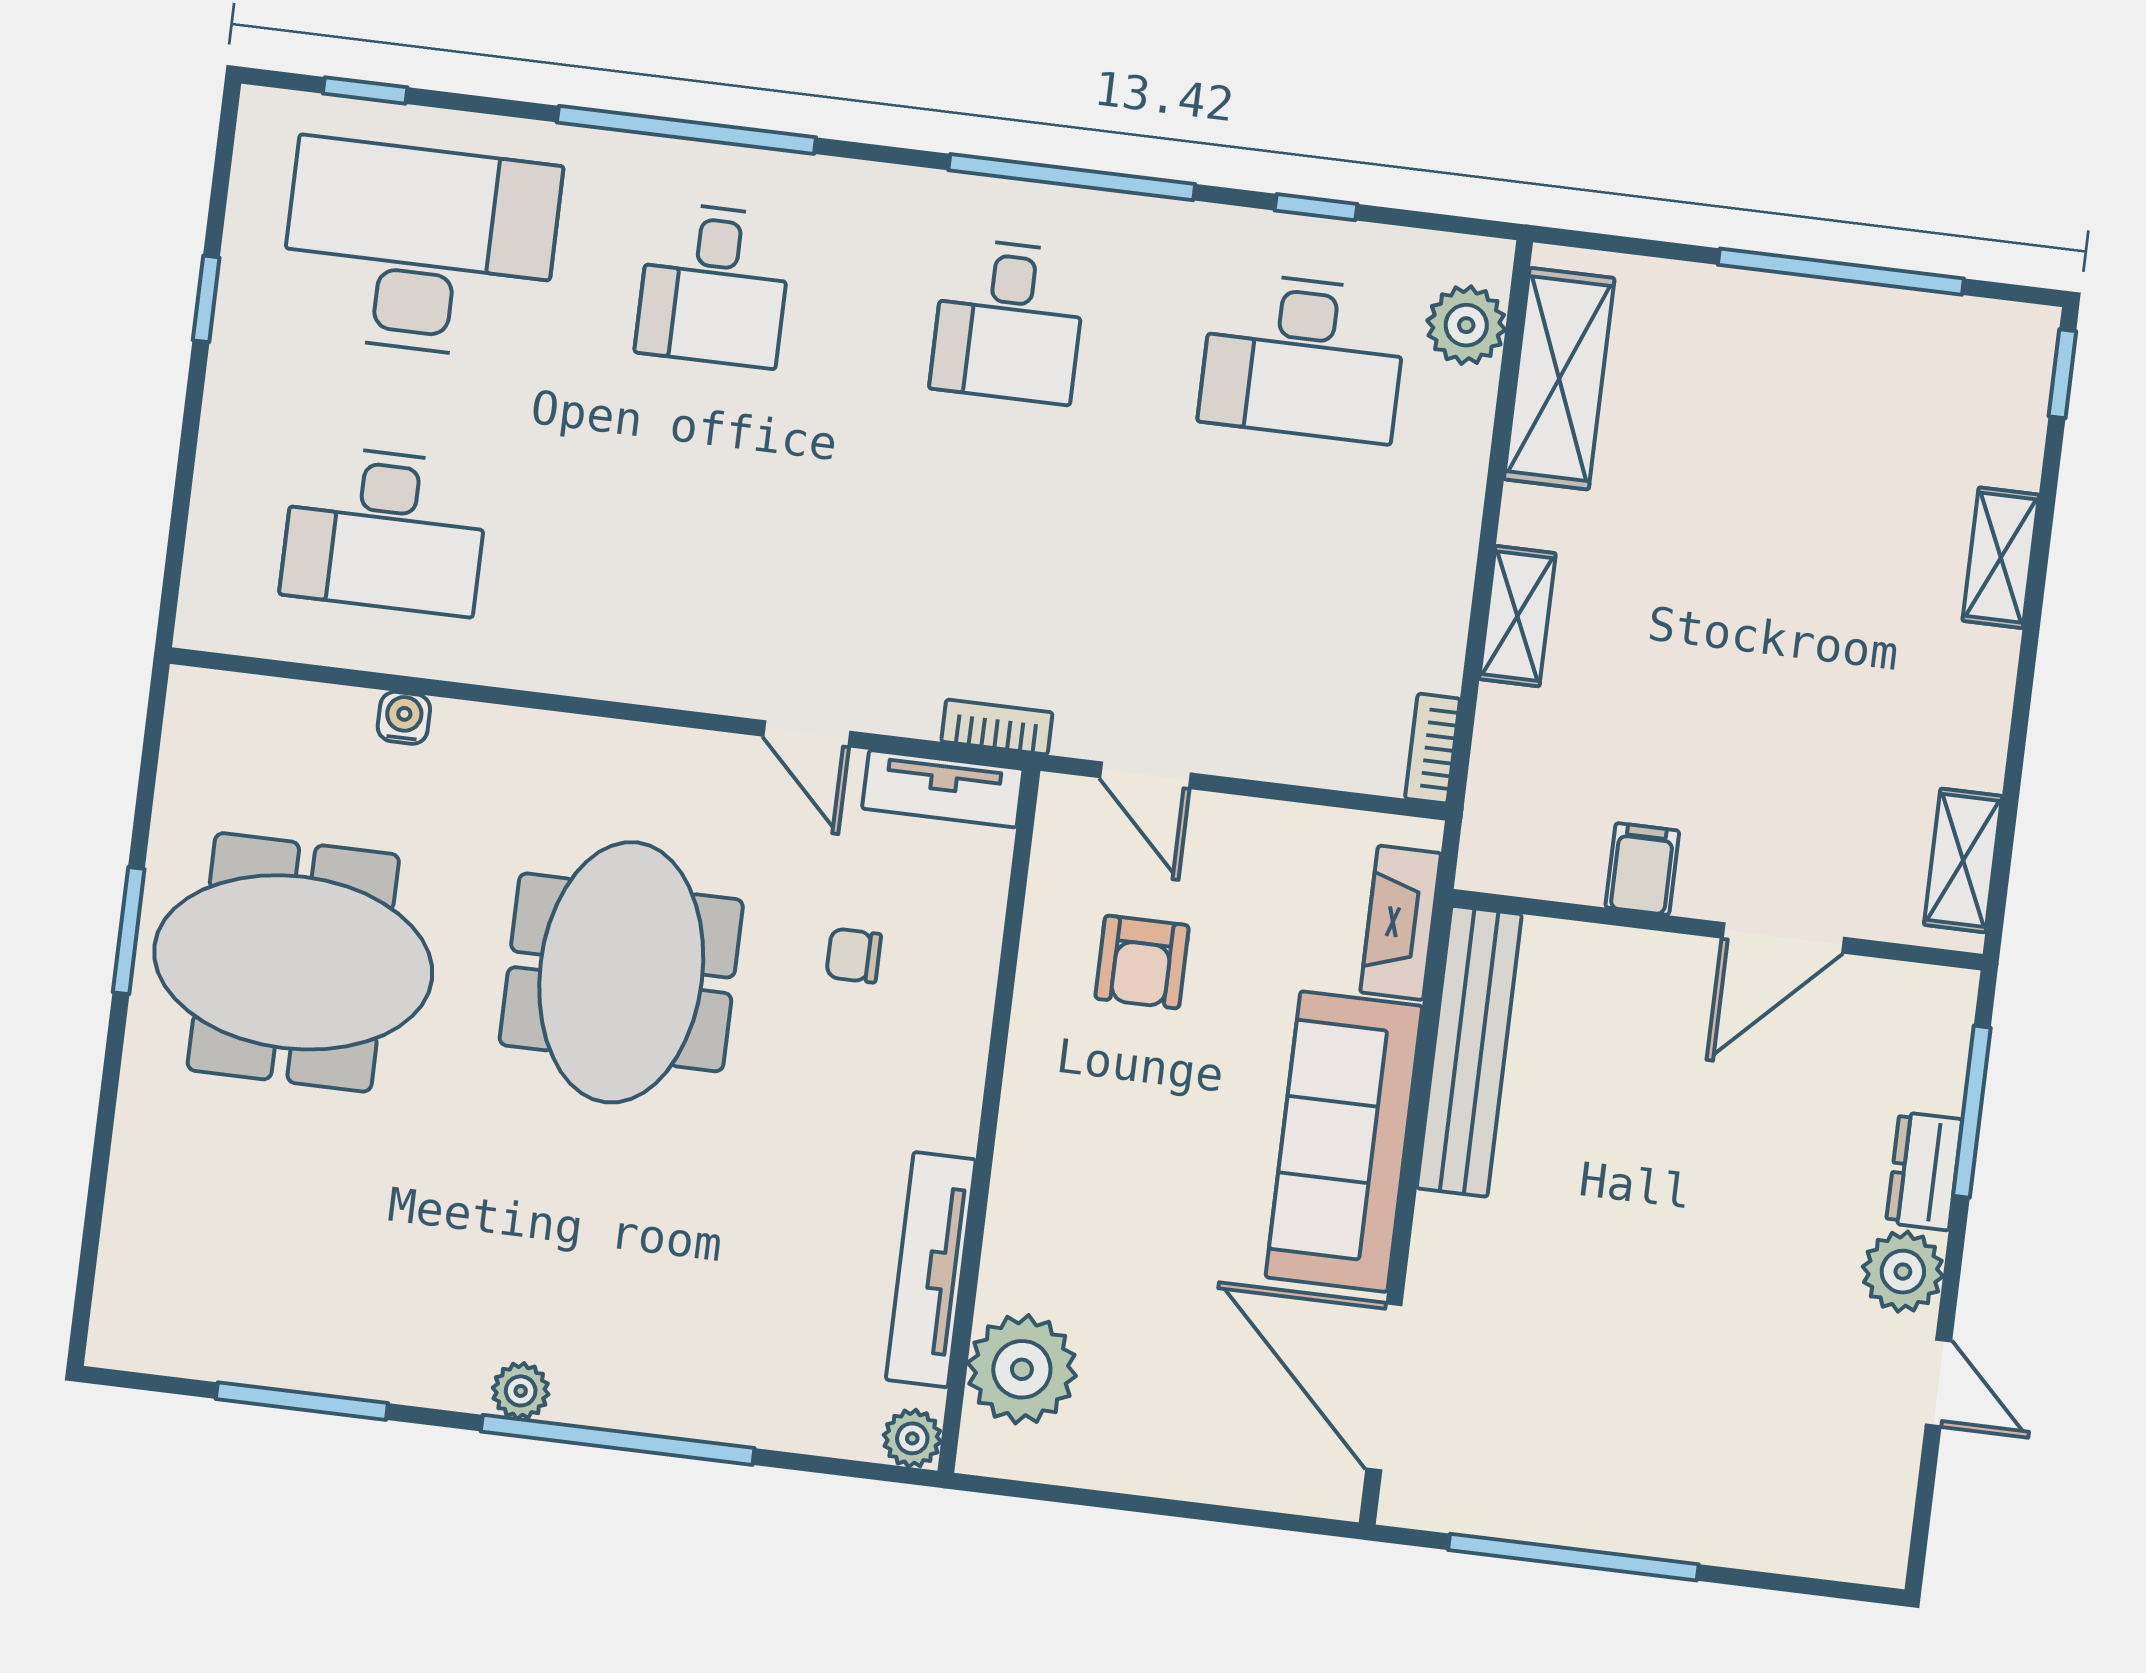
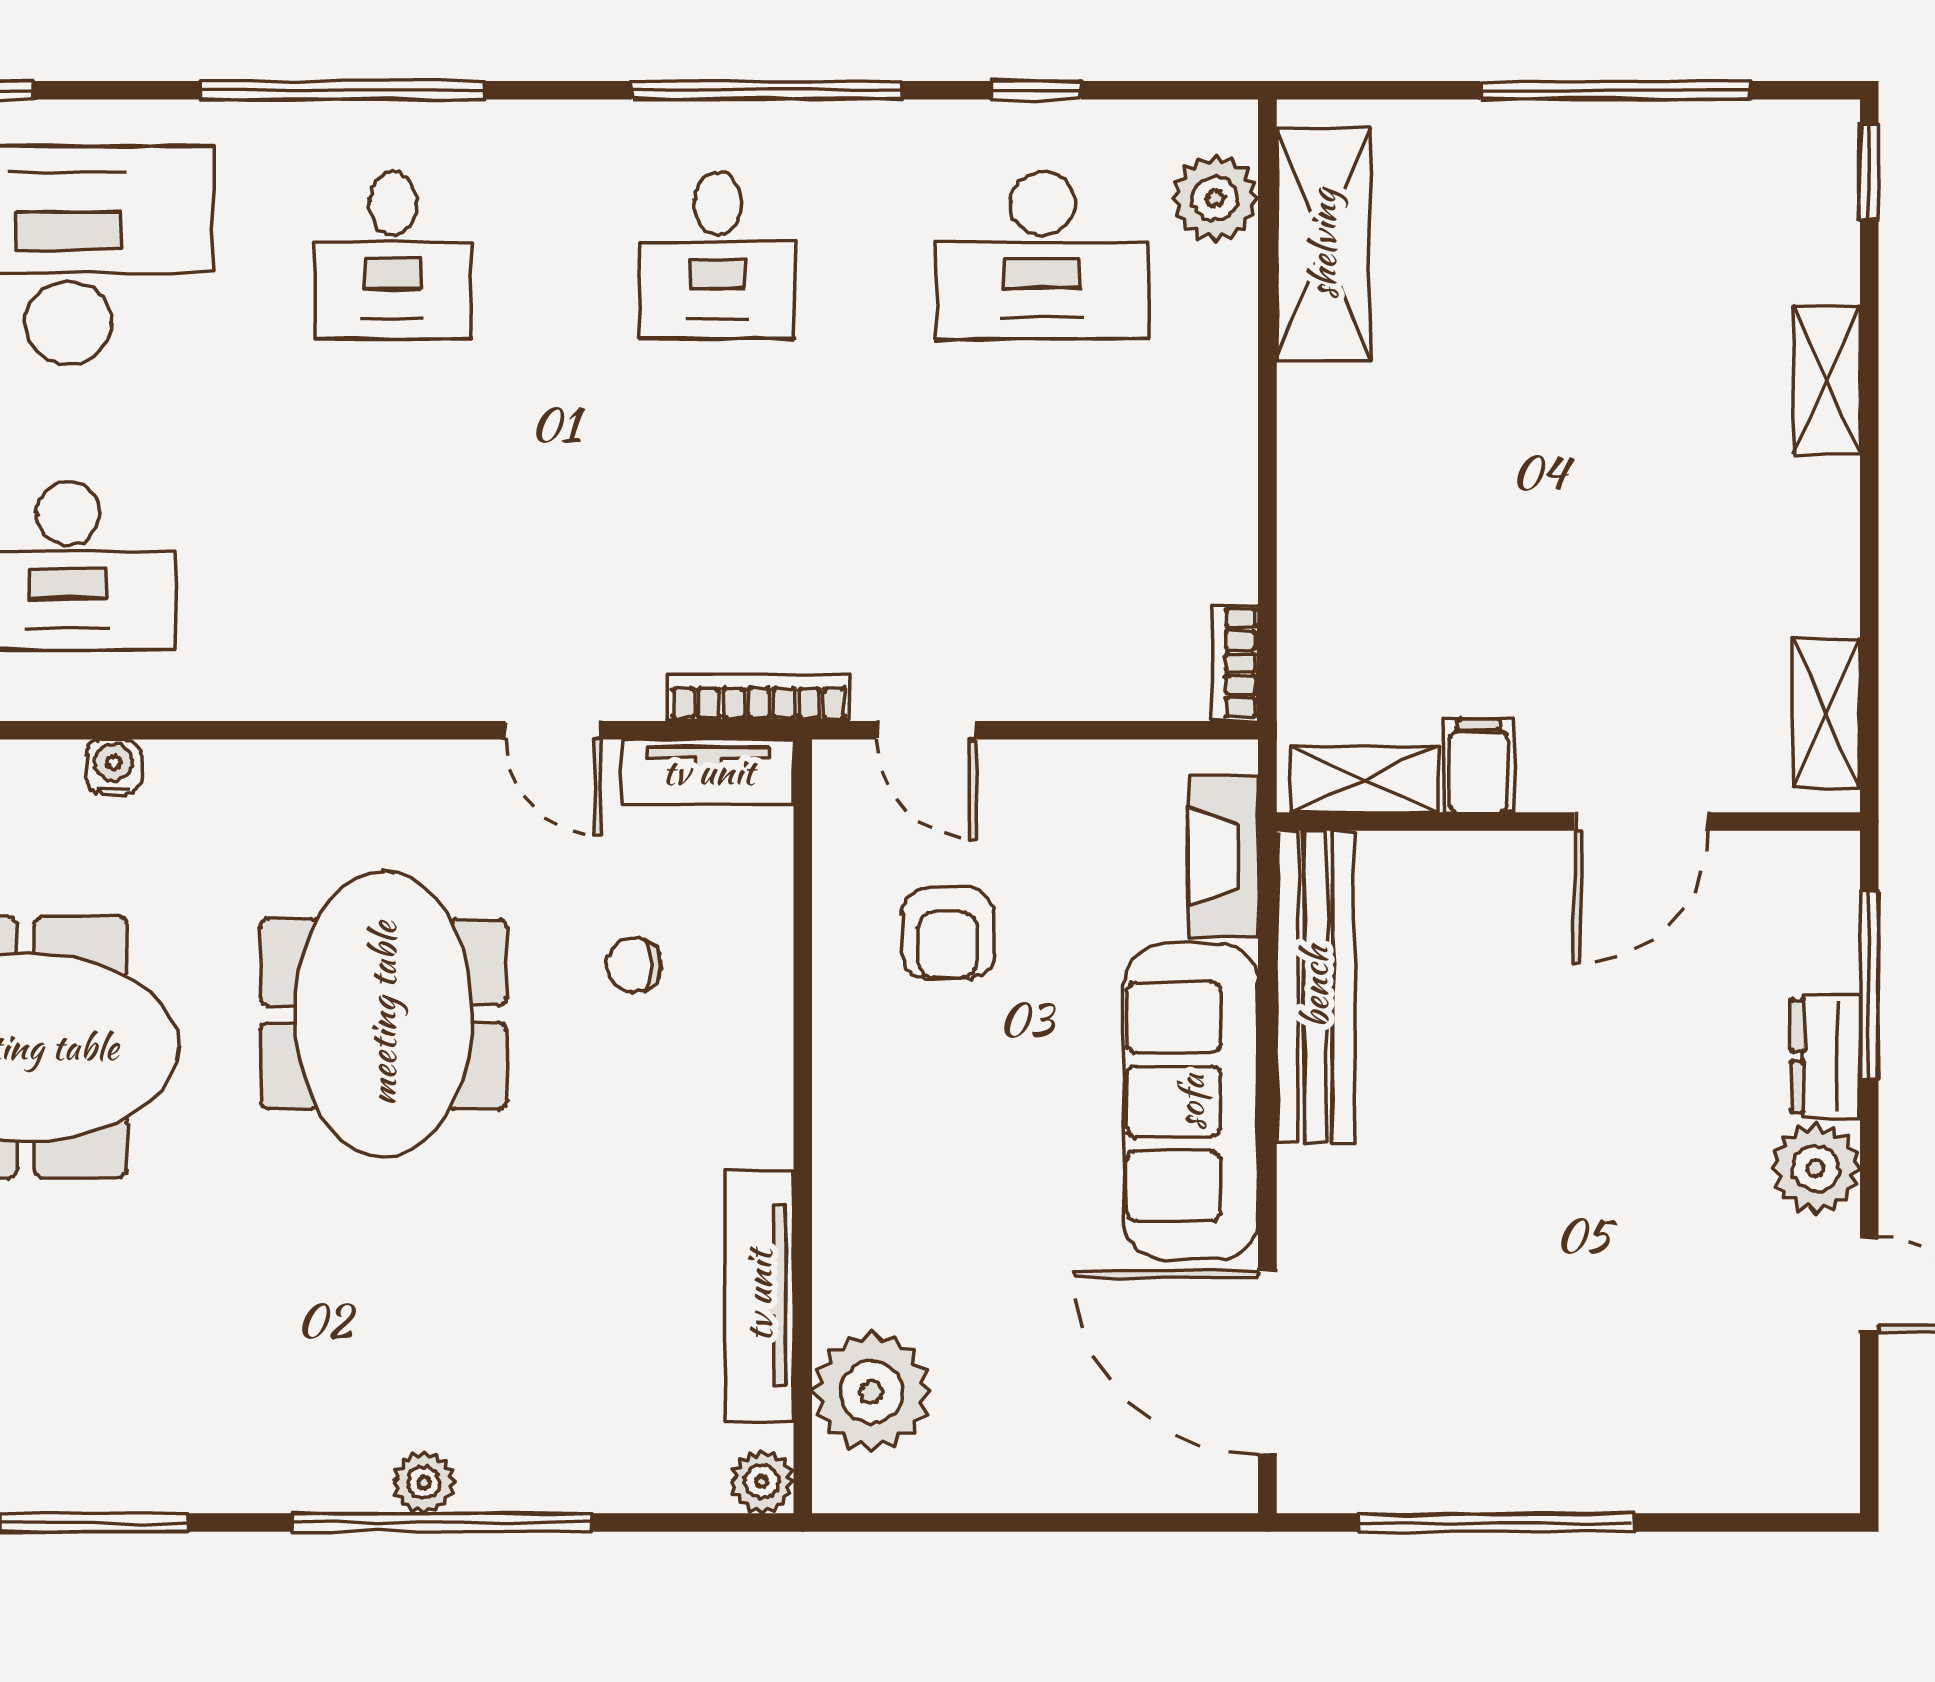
shelving: (1517, 616) -> (1364, 779), moved, turned 90
bookcase: (997, 727) -> (759, 698), width x1.56
plant: (521, 1391) -> (424, 1482), moved

